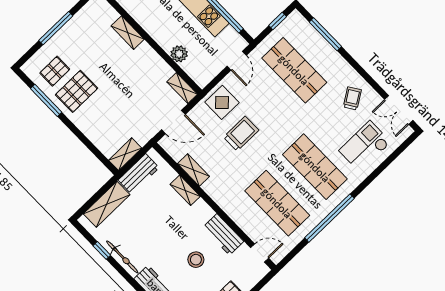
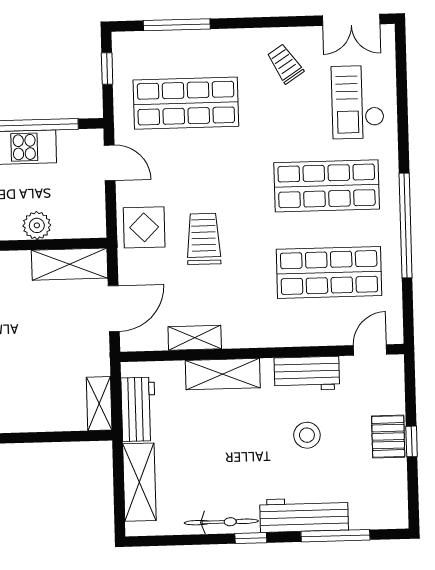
shelving: (182, 88) -> (70, 264), width x1.50, depth x1.33
shelving: (185, 190) -> (223, 374), width x1.50, depth x1.33
window: (102, 250) -> (251, 538), moved

